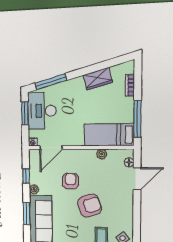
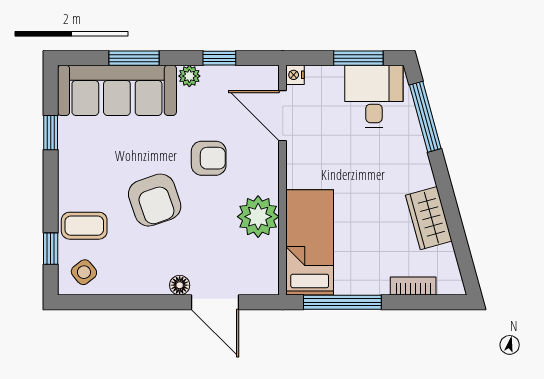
desk: (42, 111) -> (374, 97), width x0.73
plant: (102, 154) -> (258, 217), width x1.88, depth x1.88
floor lamp: (129, 162) -> (180, 285), moved

